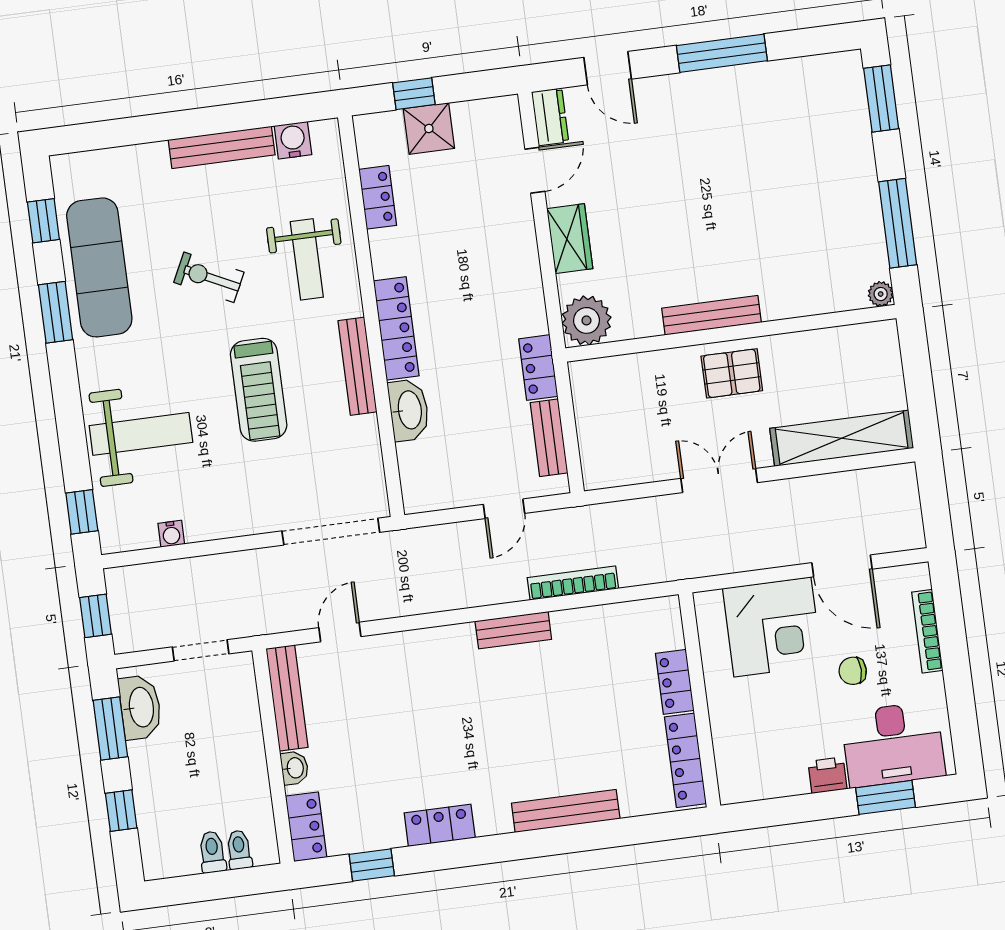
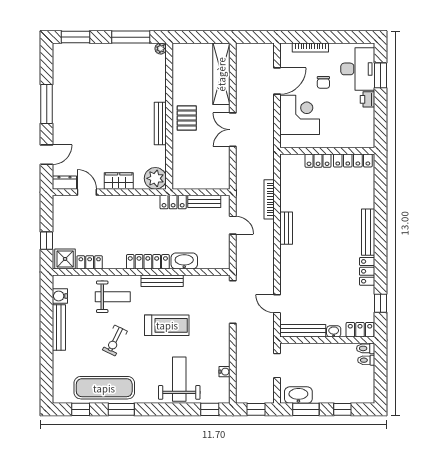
shower: (429, 128) -> (65, 259), moved
bench: (566, 811) -> (368, 232), moved
toilet: (212, 852) -> (366, 348), moved

